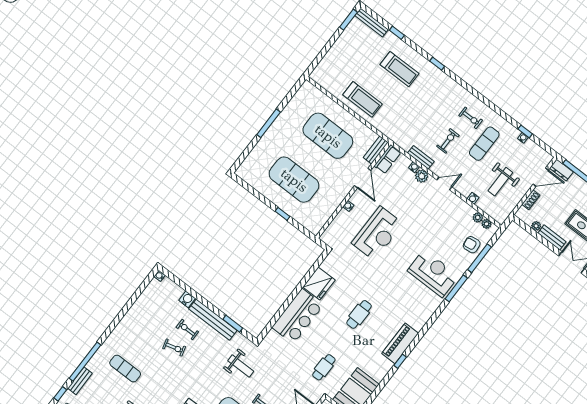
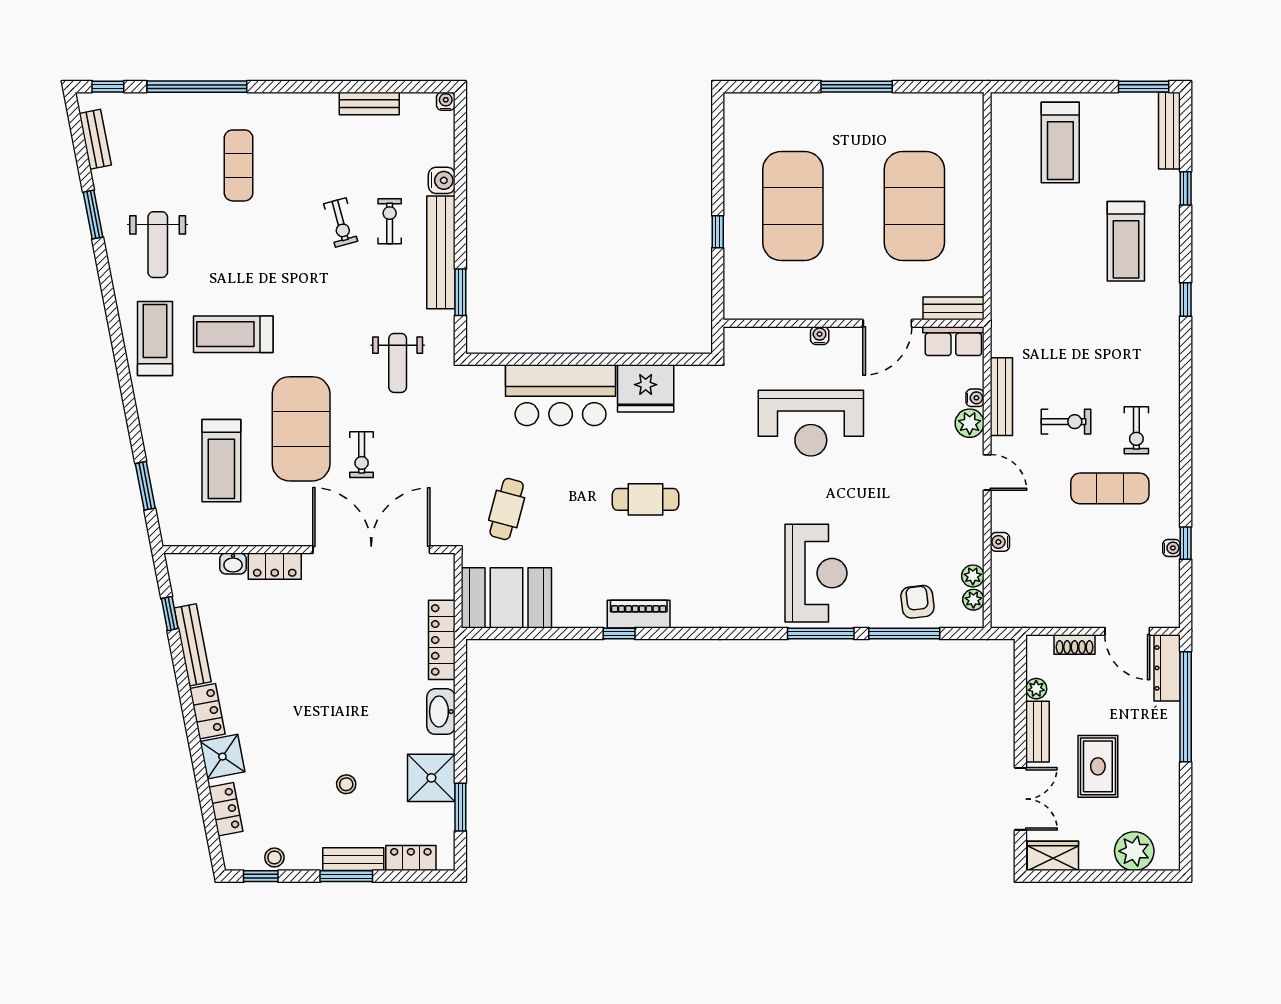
treadmill: (363, 99) -> (1060, 143), moved
bench: (421, 157) -> (1001, 397), width x1.36
dresser: (561, 170) -> (1167, 668), width x1.44
weight bench: (500, 182) -> (1065, 567), removed
piano: (400, 343) -> (639, 614), width x0.73, depth x0.75
cafe table: (324, 367) -> (507, 509), turned -75
bench: (80, 381) -> (369, 103), moved

